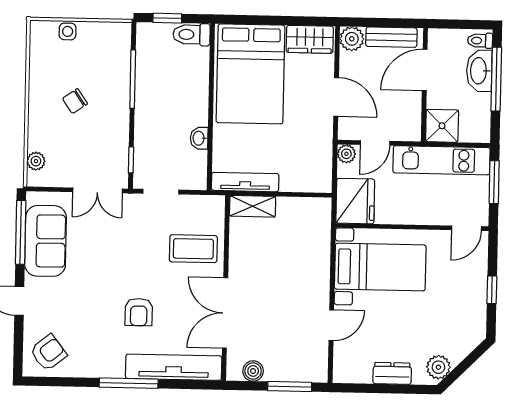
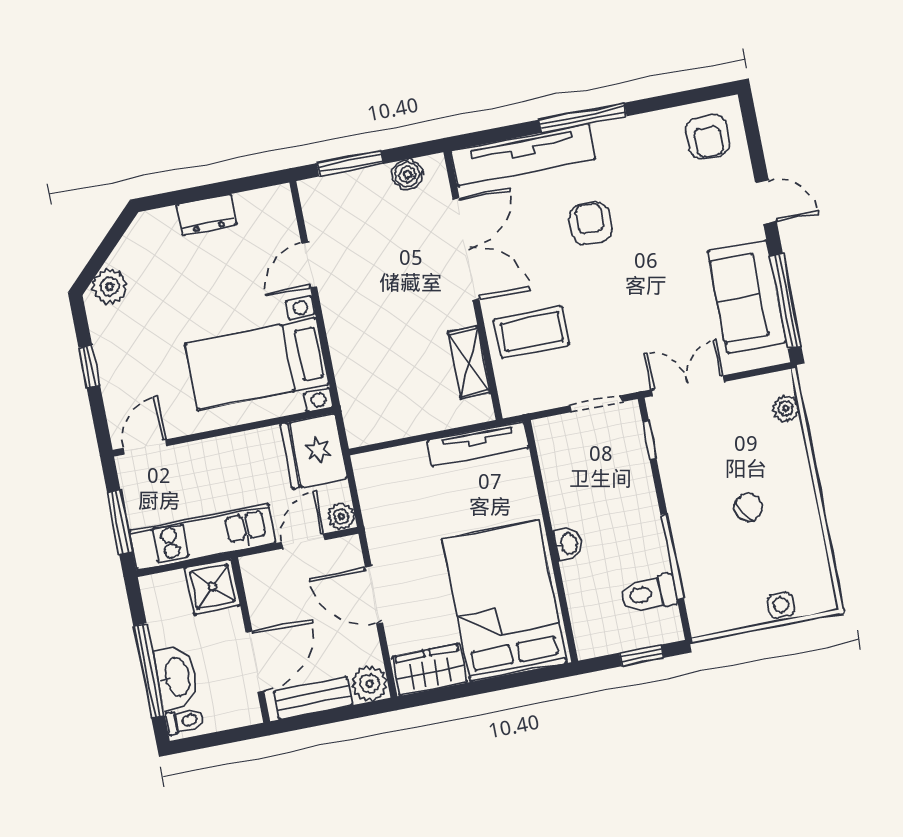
toilet: (192, 34) -> (648, 594), moved, turned 180
washbasin: (199, 138) -> (568, 544), moved
shelving: (253, 206) -> (469, 363), moved, turned 90
armchair: (48, 353) -> (708, 137), turned -52
plant: (438, 367) -> (109, 286), moved

